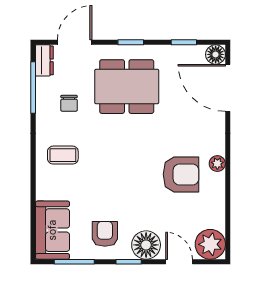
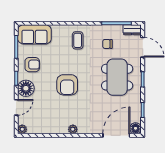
armchair: (181, 174) -> (67, 85), moved
plant: (210, 244) -> (22, 129), width x0.53, depth x0.53

